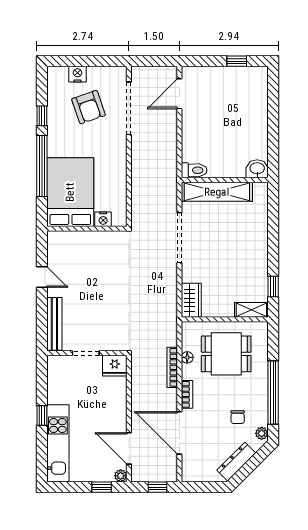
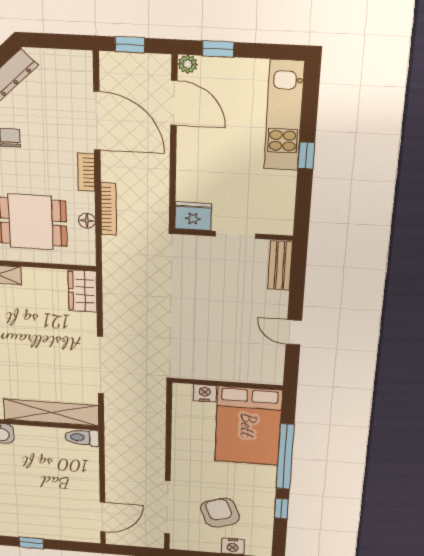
bench: (54, 324) -> (280, 266), width x0.73

